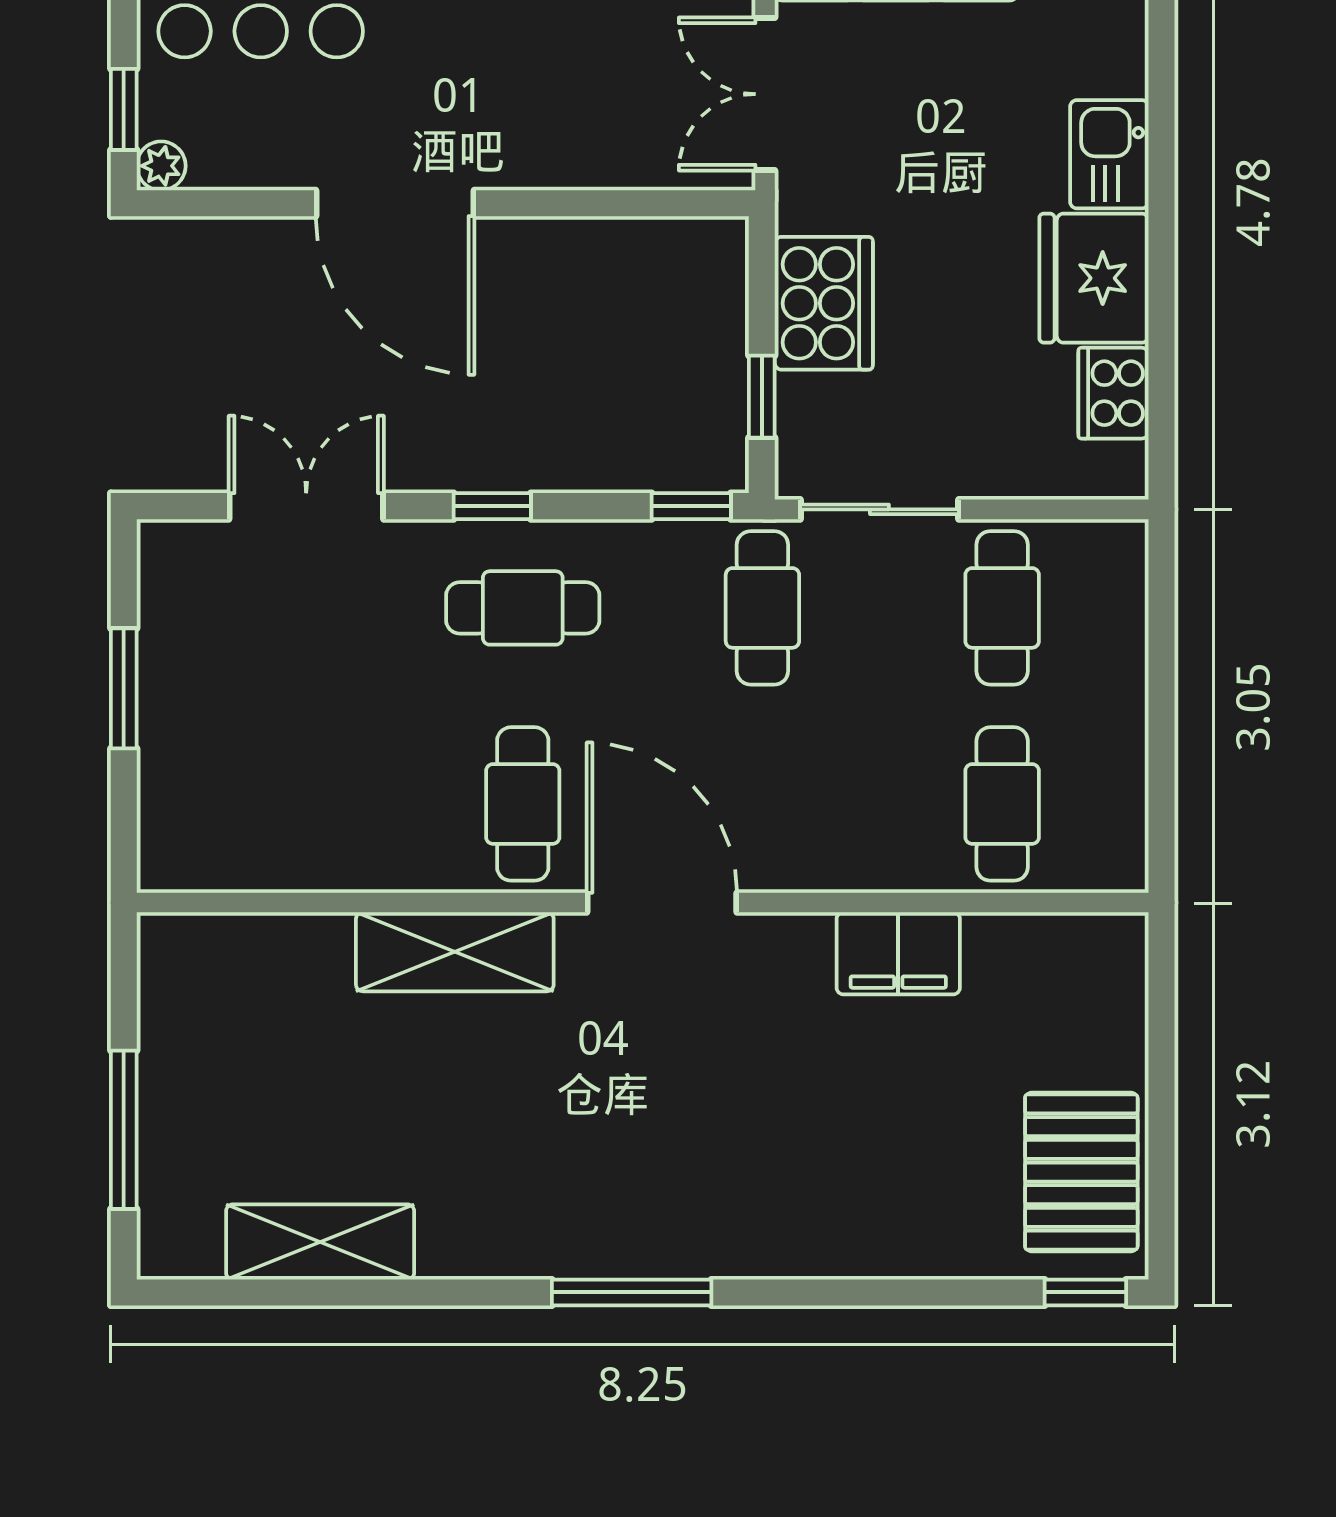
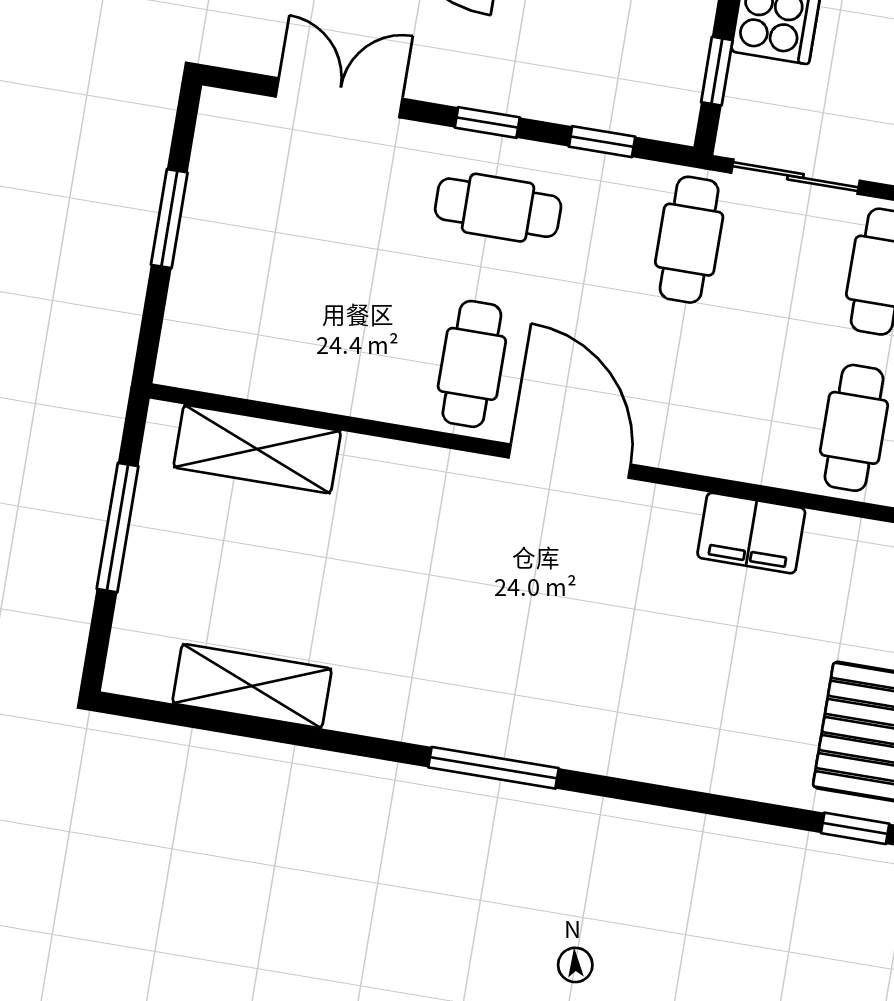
window: (691, 506) -> (602, 142), moved
shelving: (455, 952) -> (257, 449), moved
window: (124, 1130) -> (118, 528), moved

